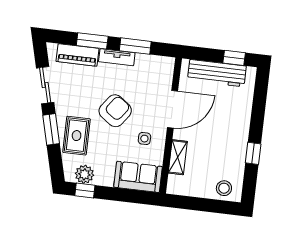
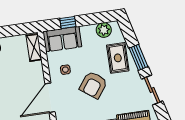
shelving: (178, 157) -> (34, 48), moved
window: (85, 190) -> (68, 22), moved

